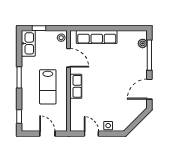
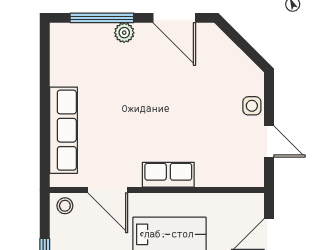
plant: (143, 43) -> (124, 33), moved
door: (69, 58) -> (108, 190), swing flipped
door: (91, 134) -> (269, 141), swing flipped

